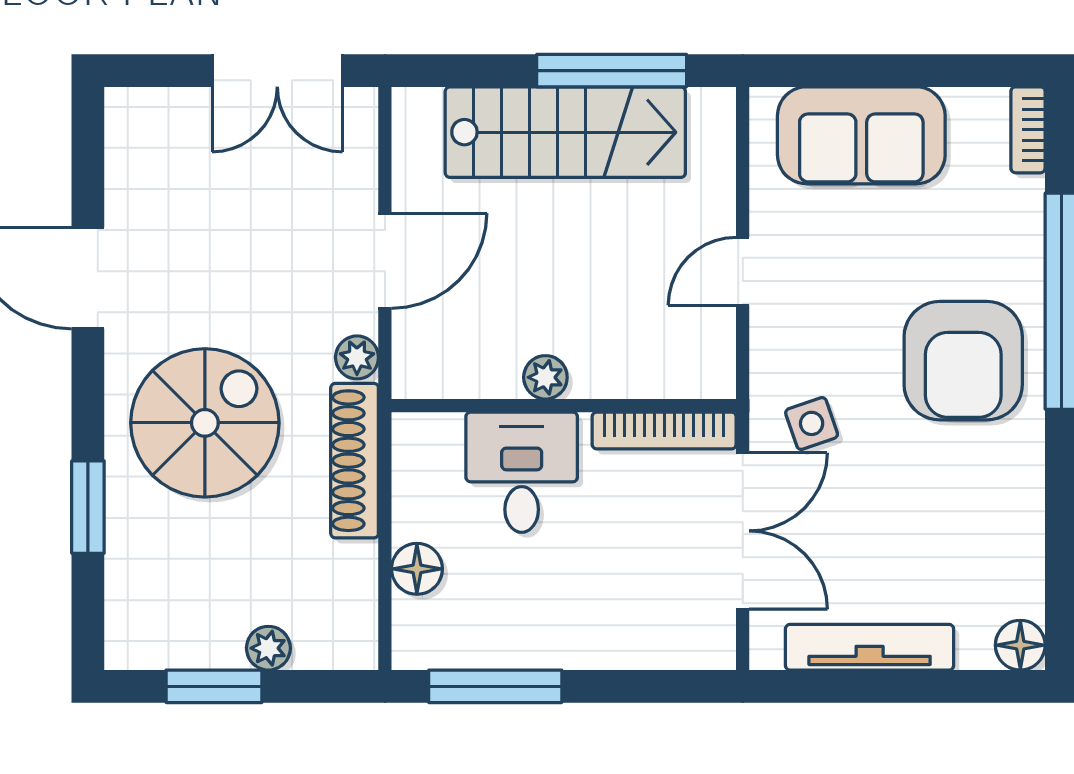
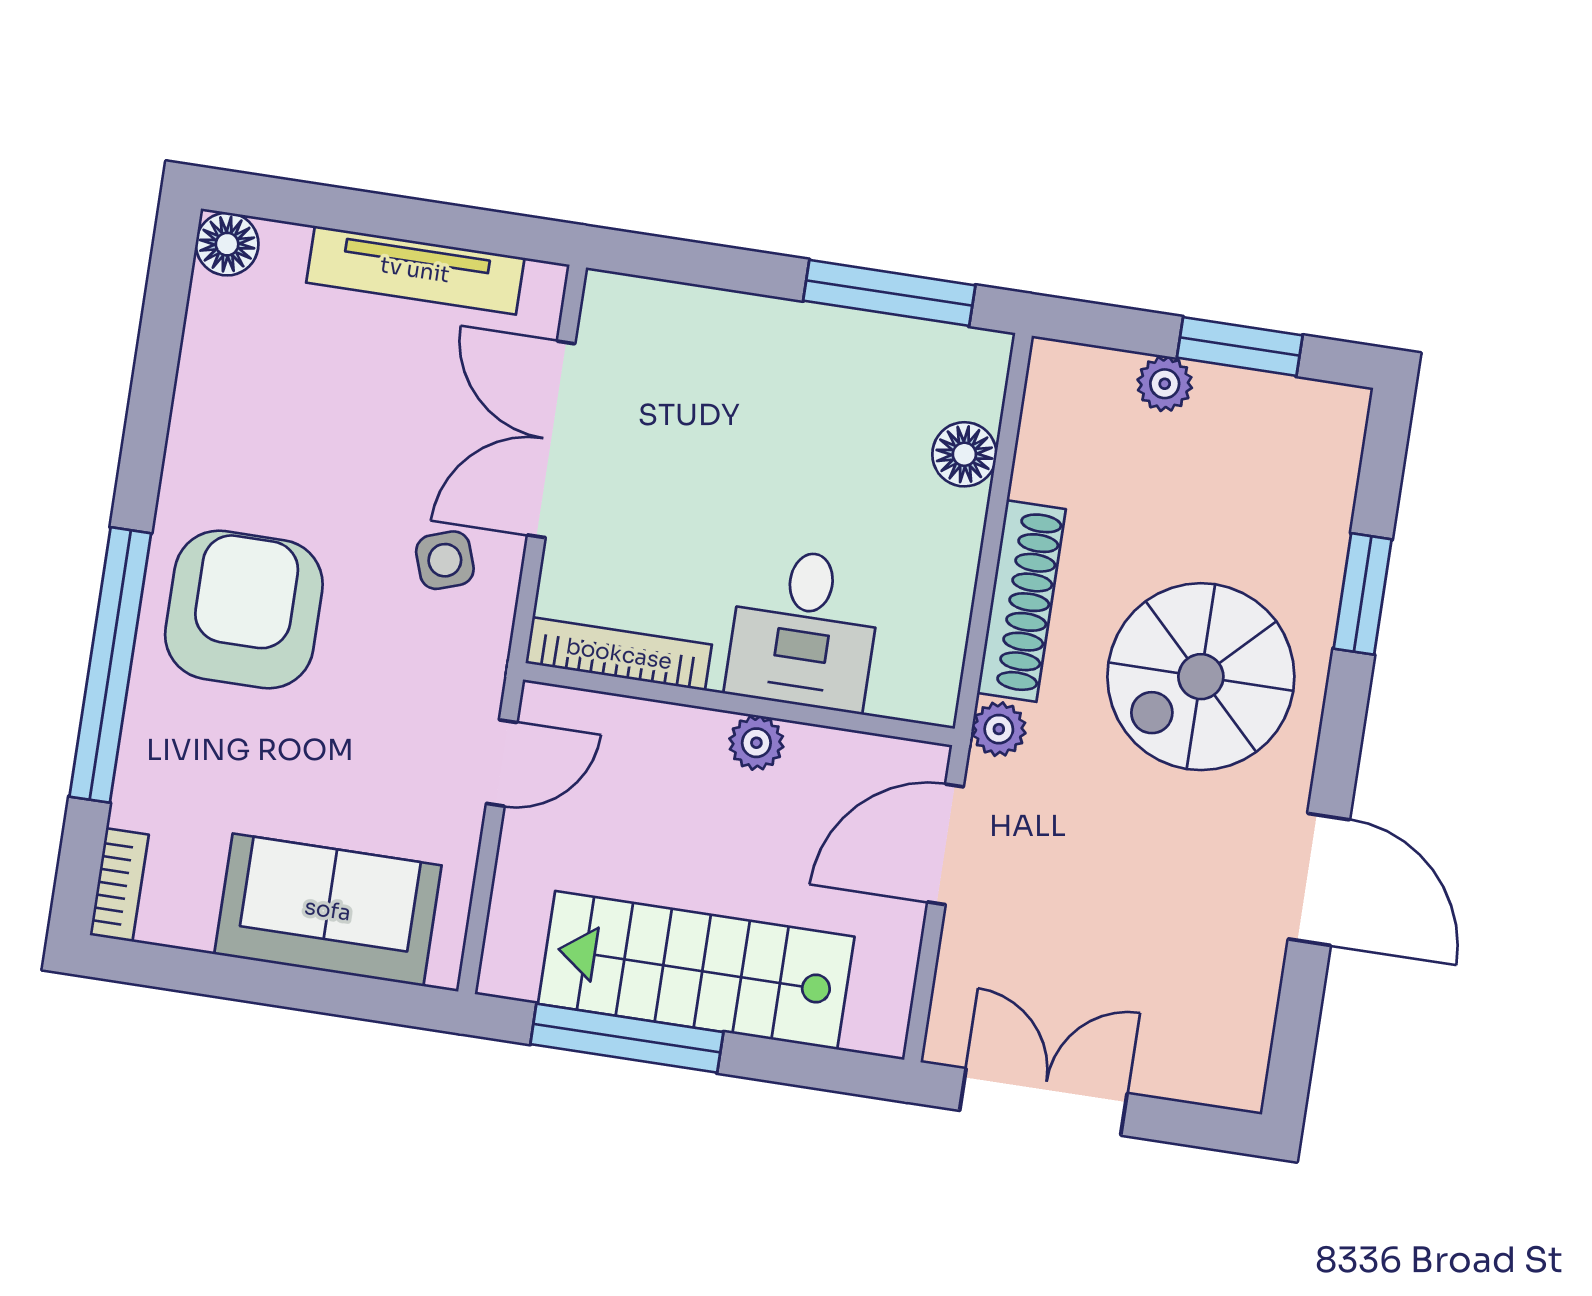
plant: (545, 377) -> (756, 743), moved
wall: (564, 406) -> (739, 704), moved
bookcase: (664, 430) -> (619, 654), moved
desk: (522, 472) -> (804, 629), moved

